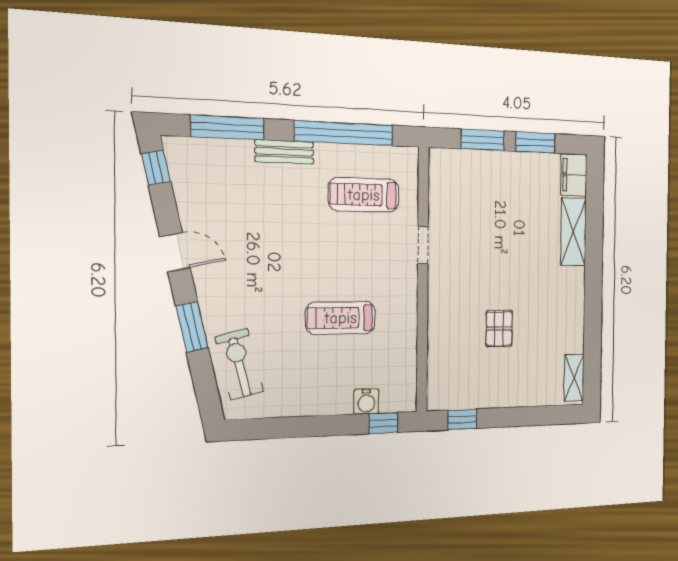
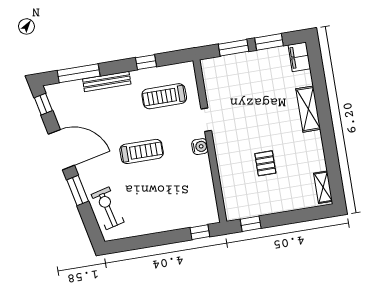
window: (344, 133) -> (146, 62), width x0.32
bench: (284, 152) -> (107, 81), width x1.36
shelving: (573, 232) -> (308, 109), moved
door: (175, 252) -> (61, 150), width x1.87
treadmill: (341, 318) -> (142, 151), moved, turned 180
water cooler: (366, 402) -> (200, 147), moved, turned -90

